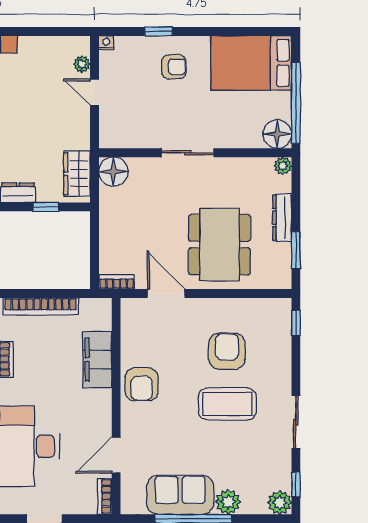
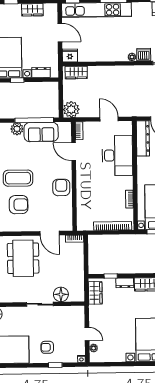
floor lamp: (113, 172) -> (61, 294), moved
armchair: (227, 351) -> (19, 205), turned -90
filing cabinet: (97, 360) -> (84, 200), removed
door: (116, 455) -> (74, 152), swing flipped

